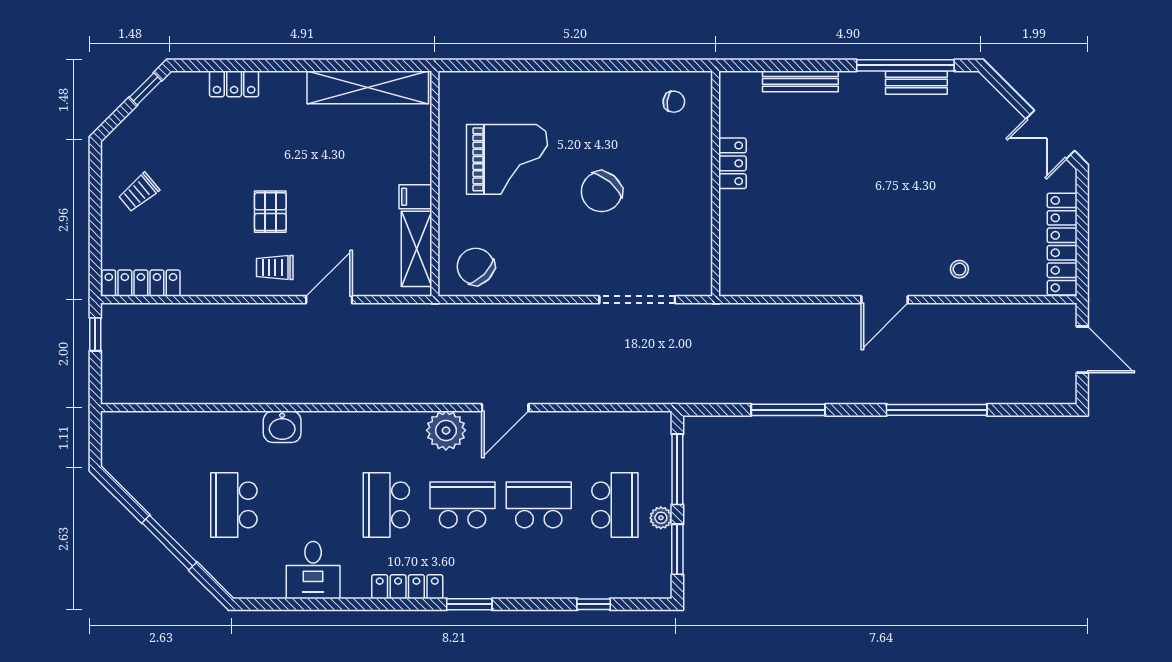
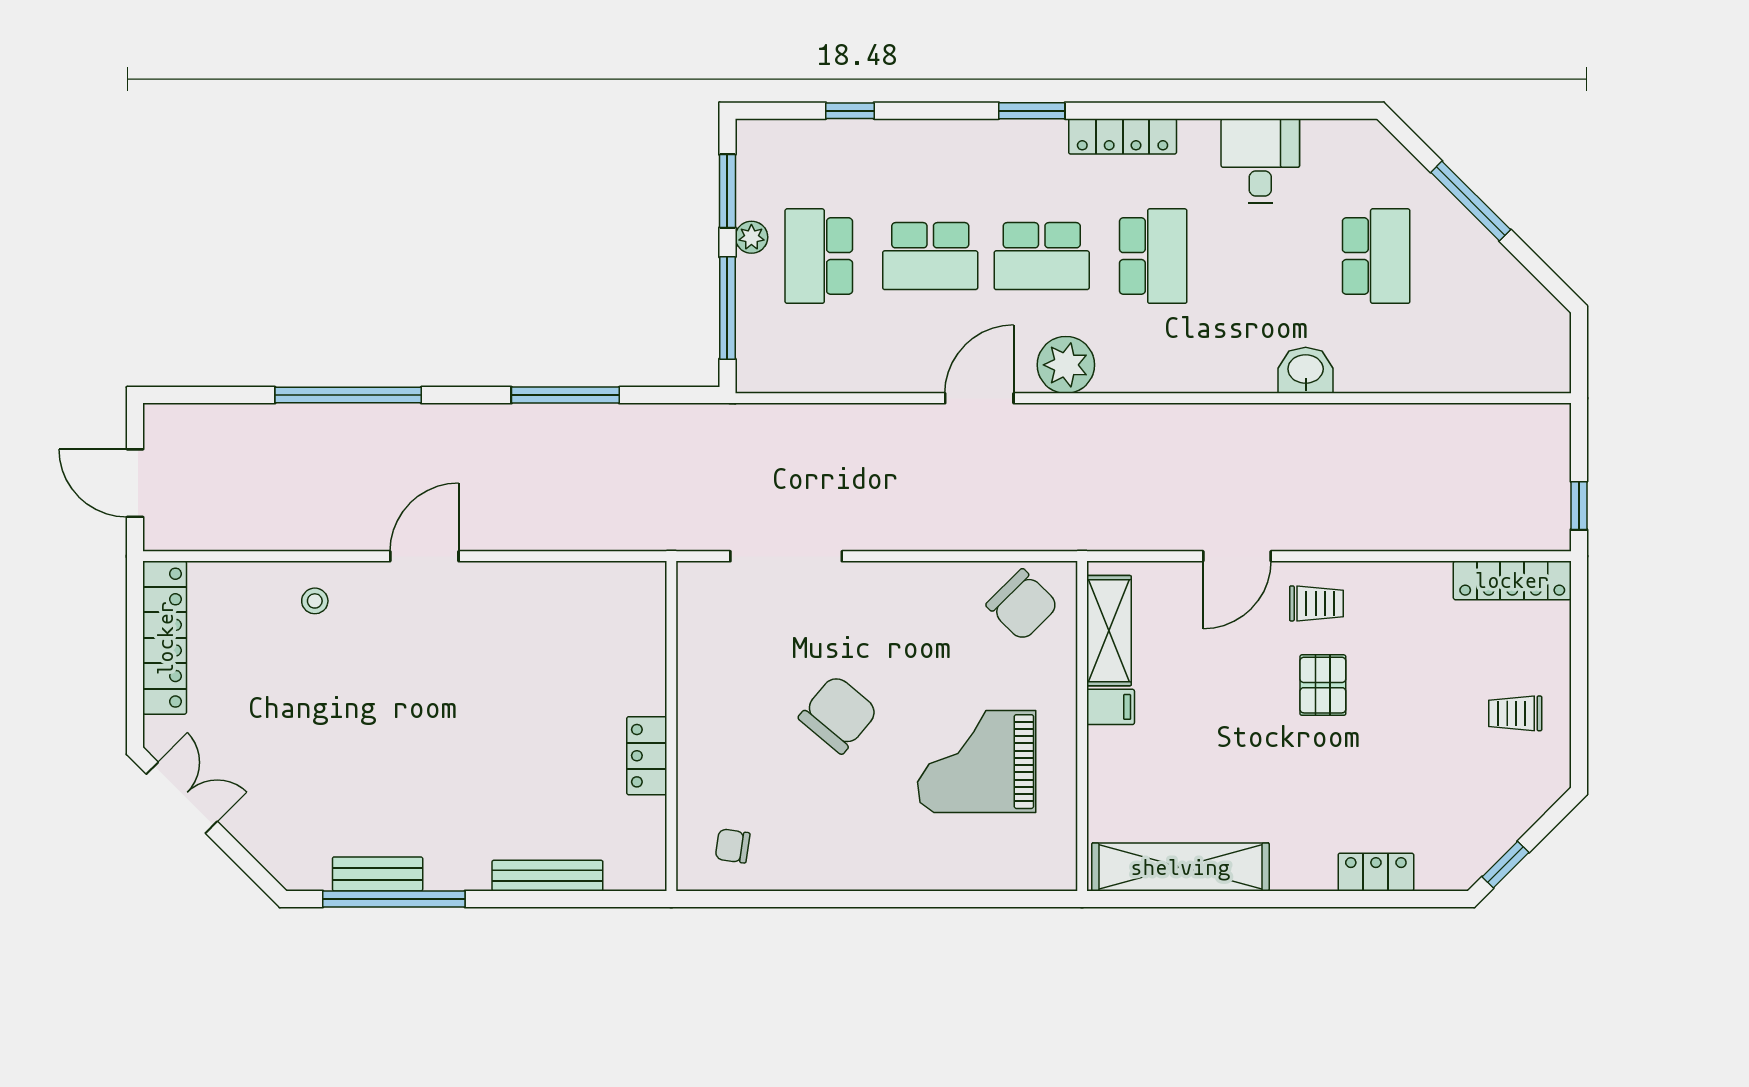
trolley: (139, 192) -> (1515, 713), turned -140

